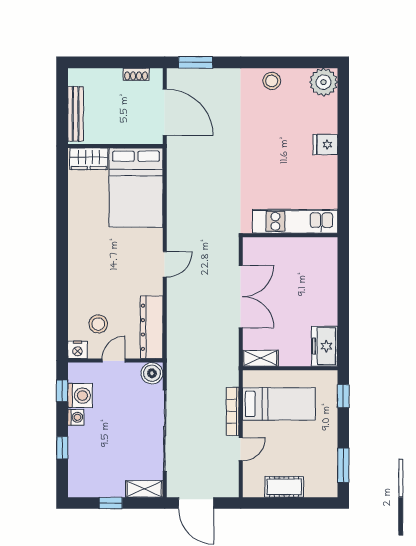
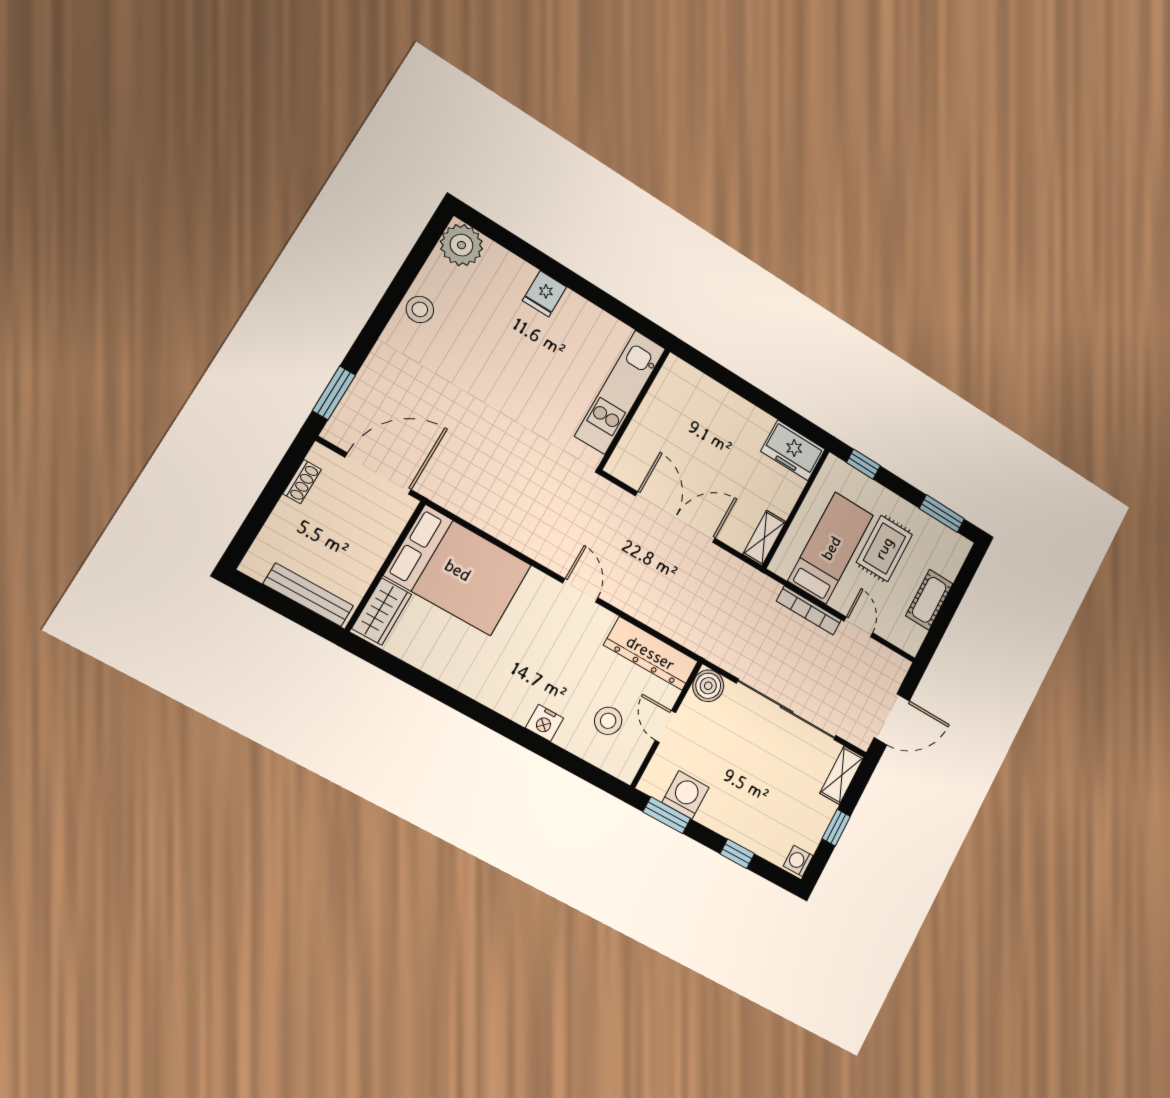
nightstand: (77, 350) -> (545, 723), moved, turned 90
window: (62, 391) -> (667, 815), width x1.50
washing machine: (76, 417) -> (798, 861), moved, turned -90
rug: (299, 439) -> (884, 548), added

